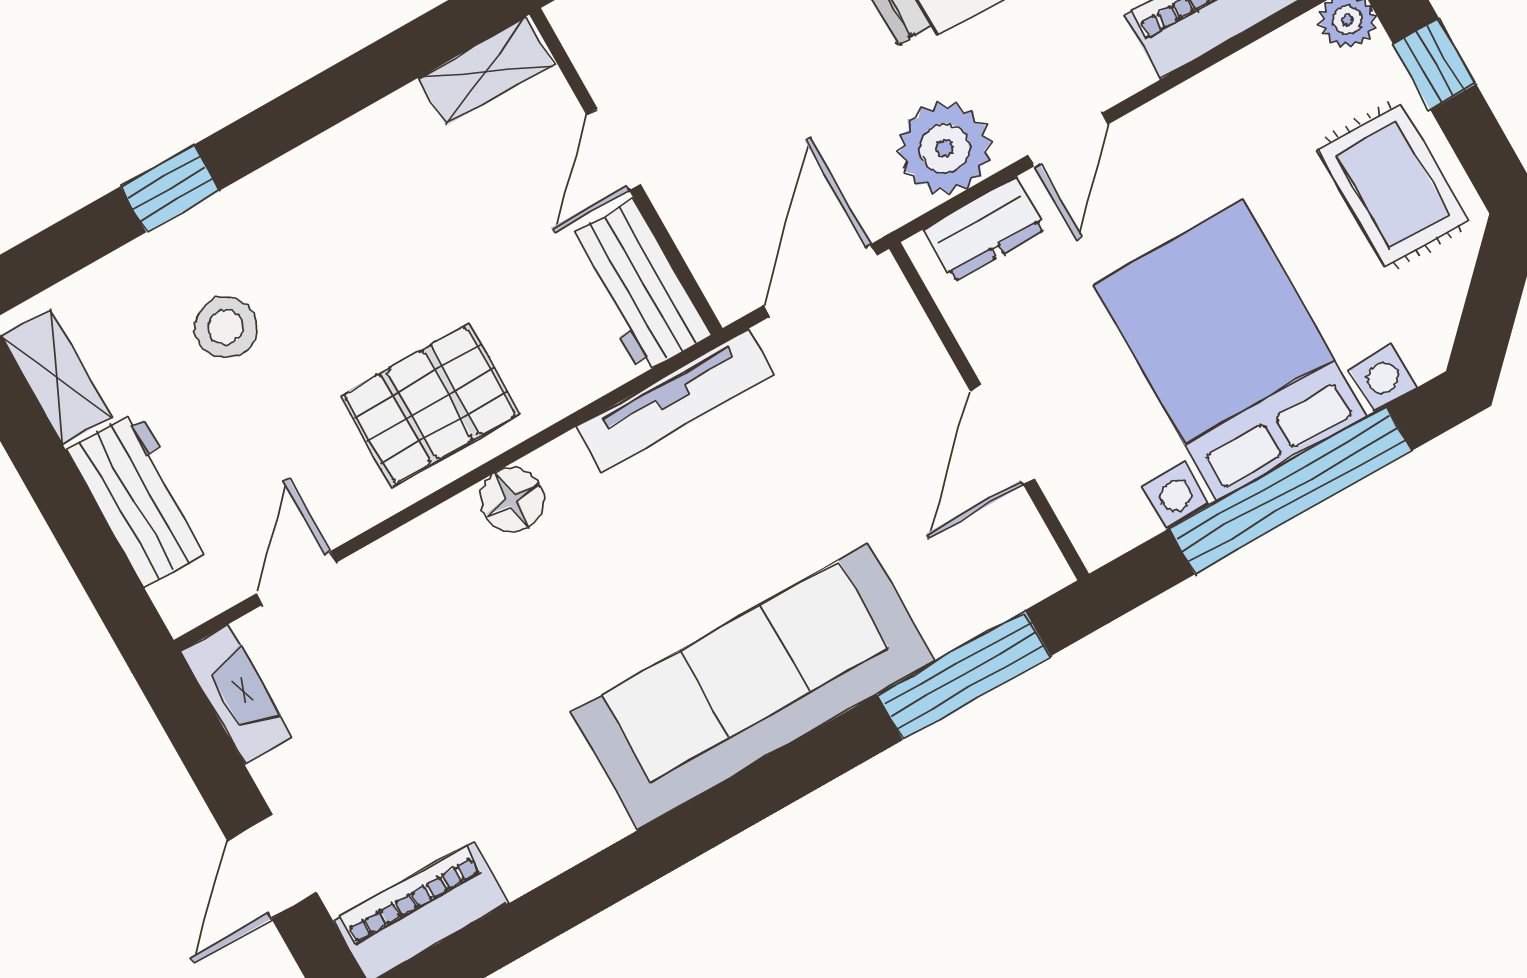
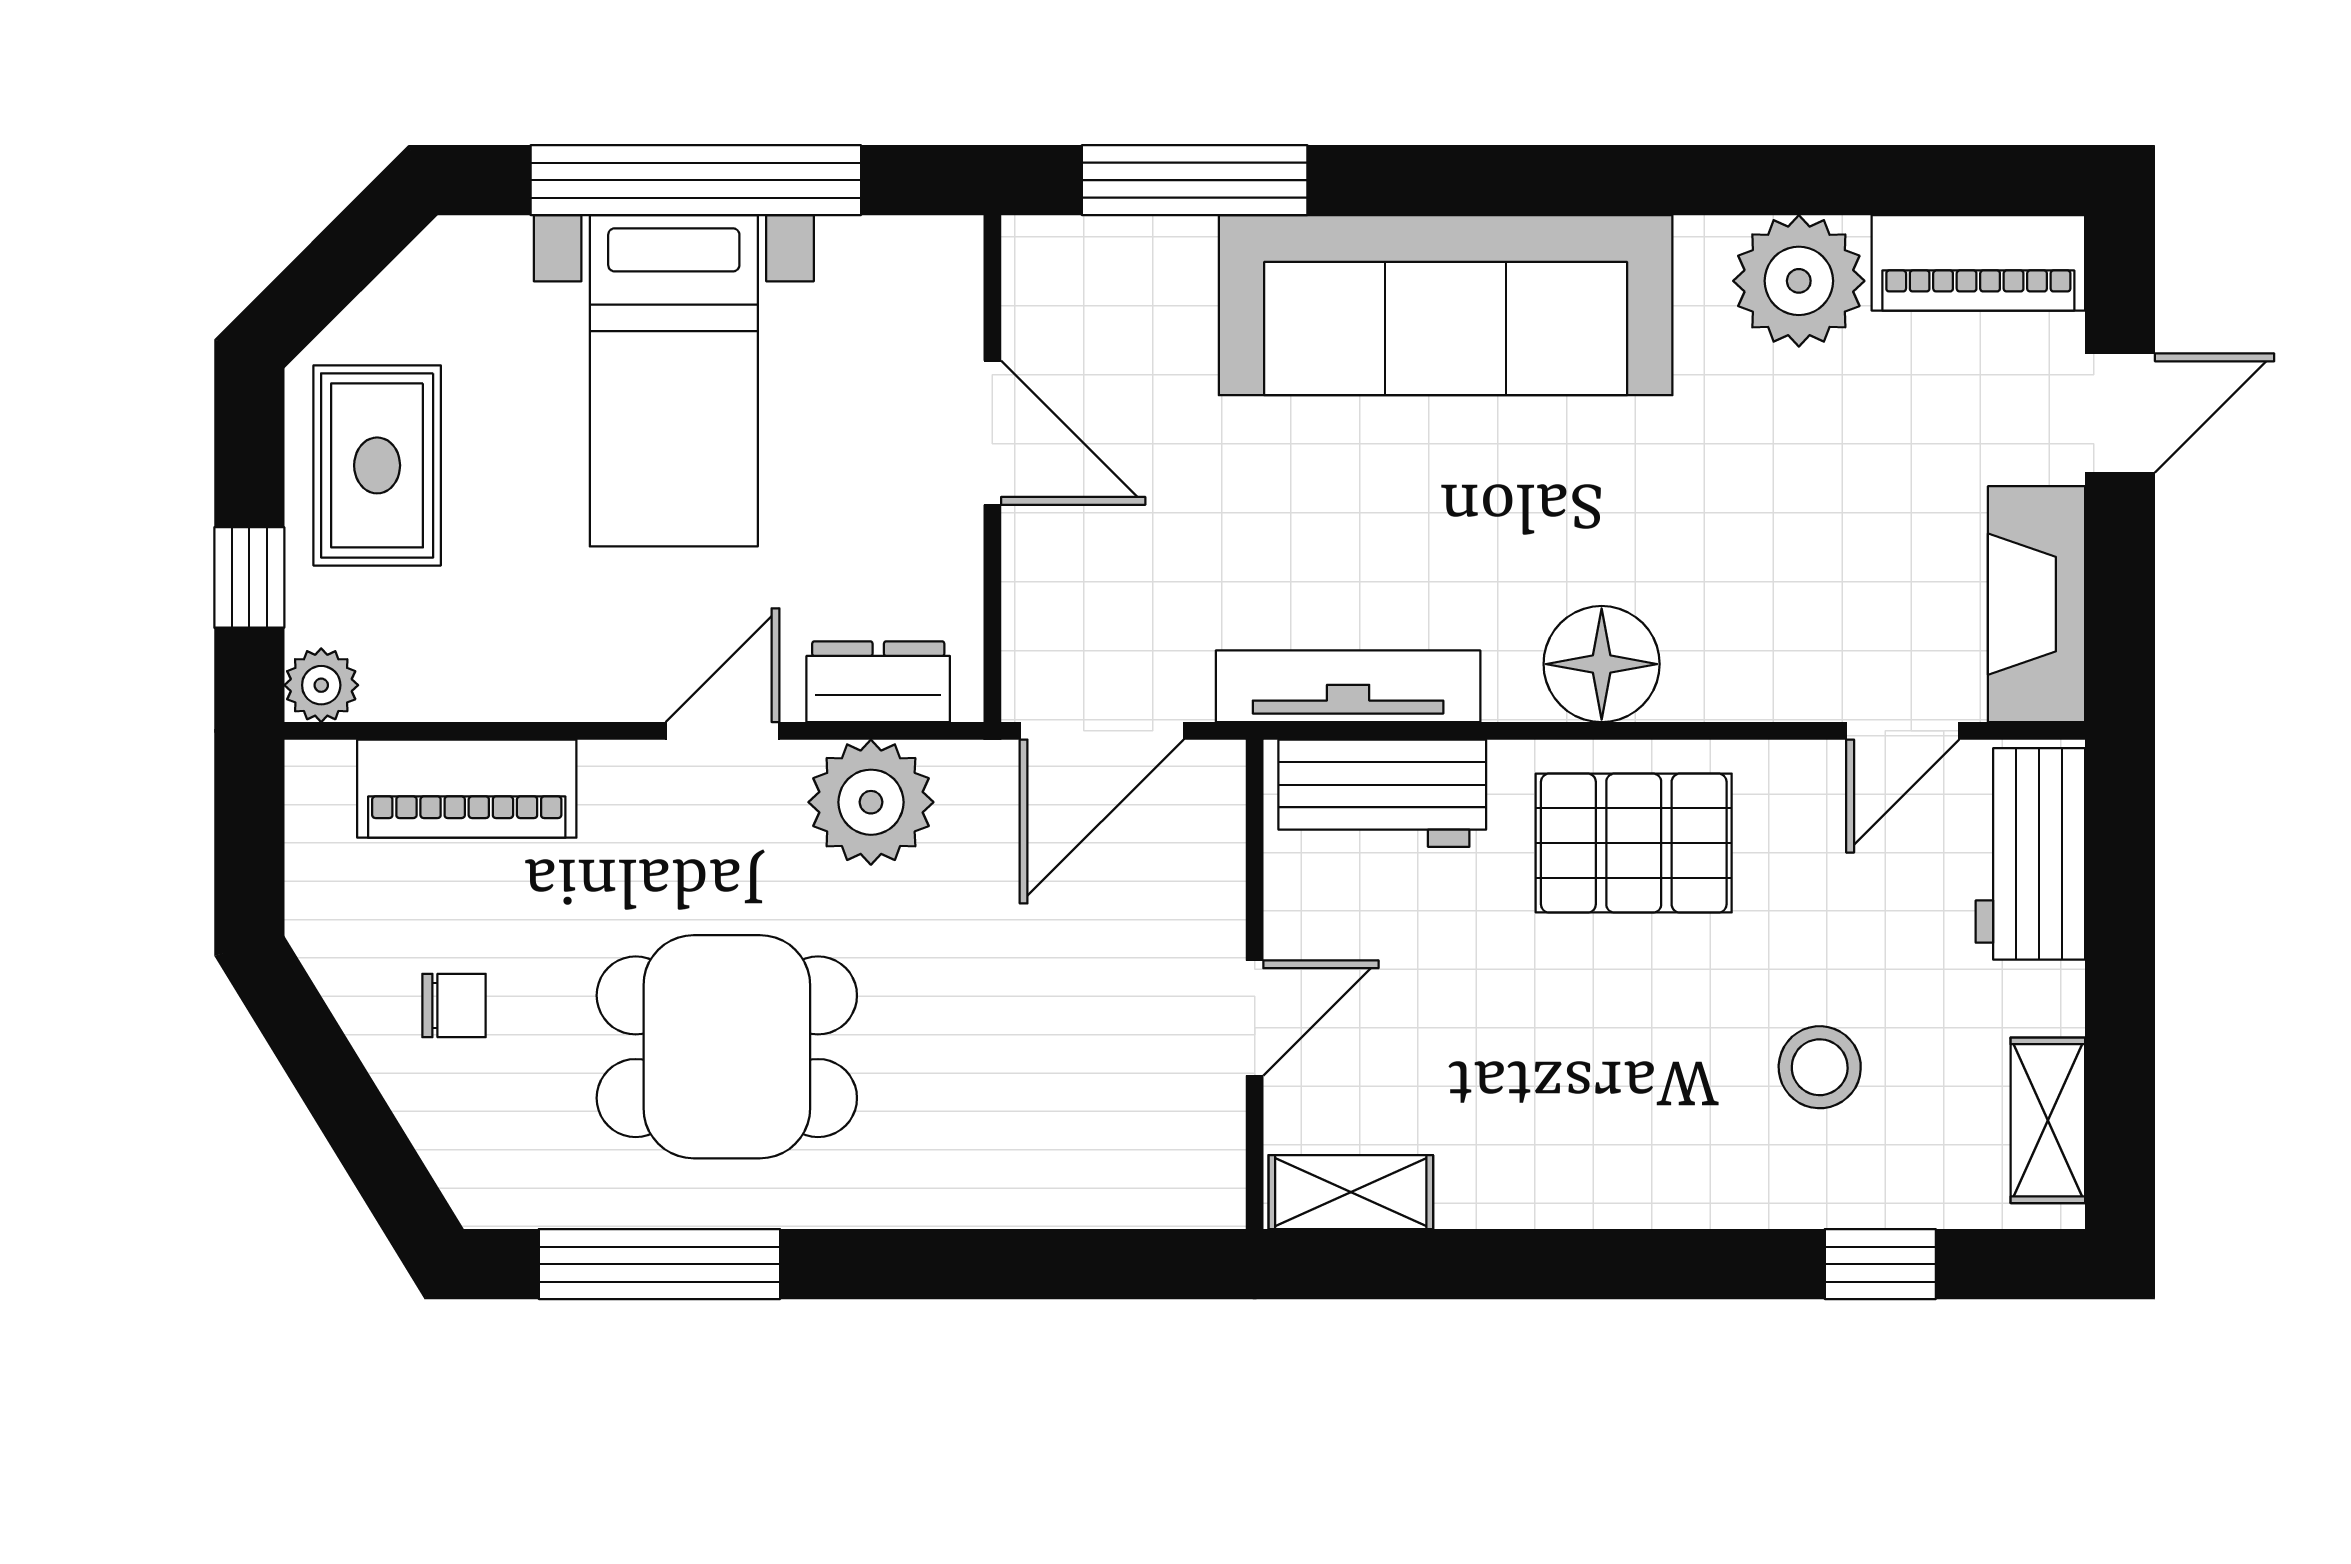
window: (170, 189) -> (1880, 1264), moved
workbench: (637, 287) -> (1382, 793), moved, turned 90
bed with nightstands: (1230, 350) -> (674, 381), width x0.73
door: (1002, 435) -> (992, 433), hinge flipped
workbench: (141, 499) -> (2030, 854), moved
floor lamp: (512, 499) -> (1602, 664), width x1.38, depth x1.38
fireplace: (236, 694) -> (2037, 604), width x1.37, depth x1.32
plant: (531, 834) -> (1799, 281), added

